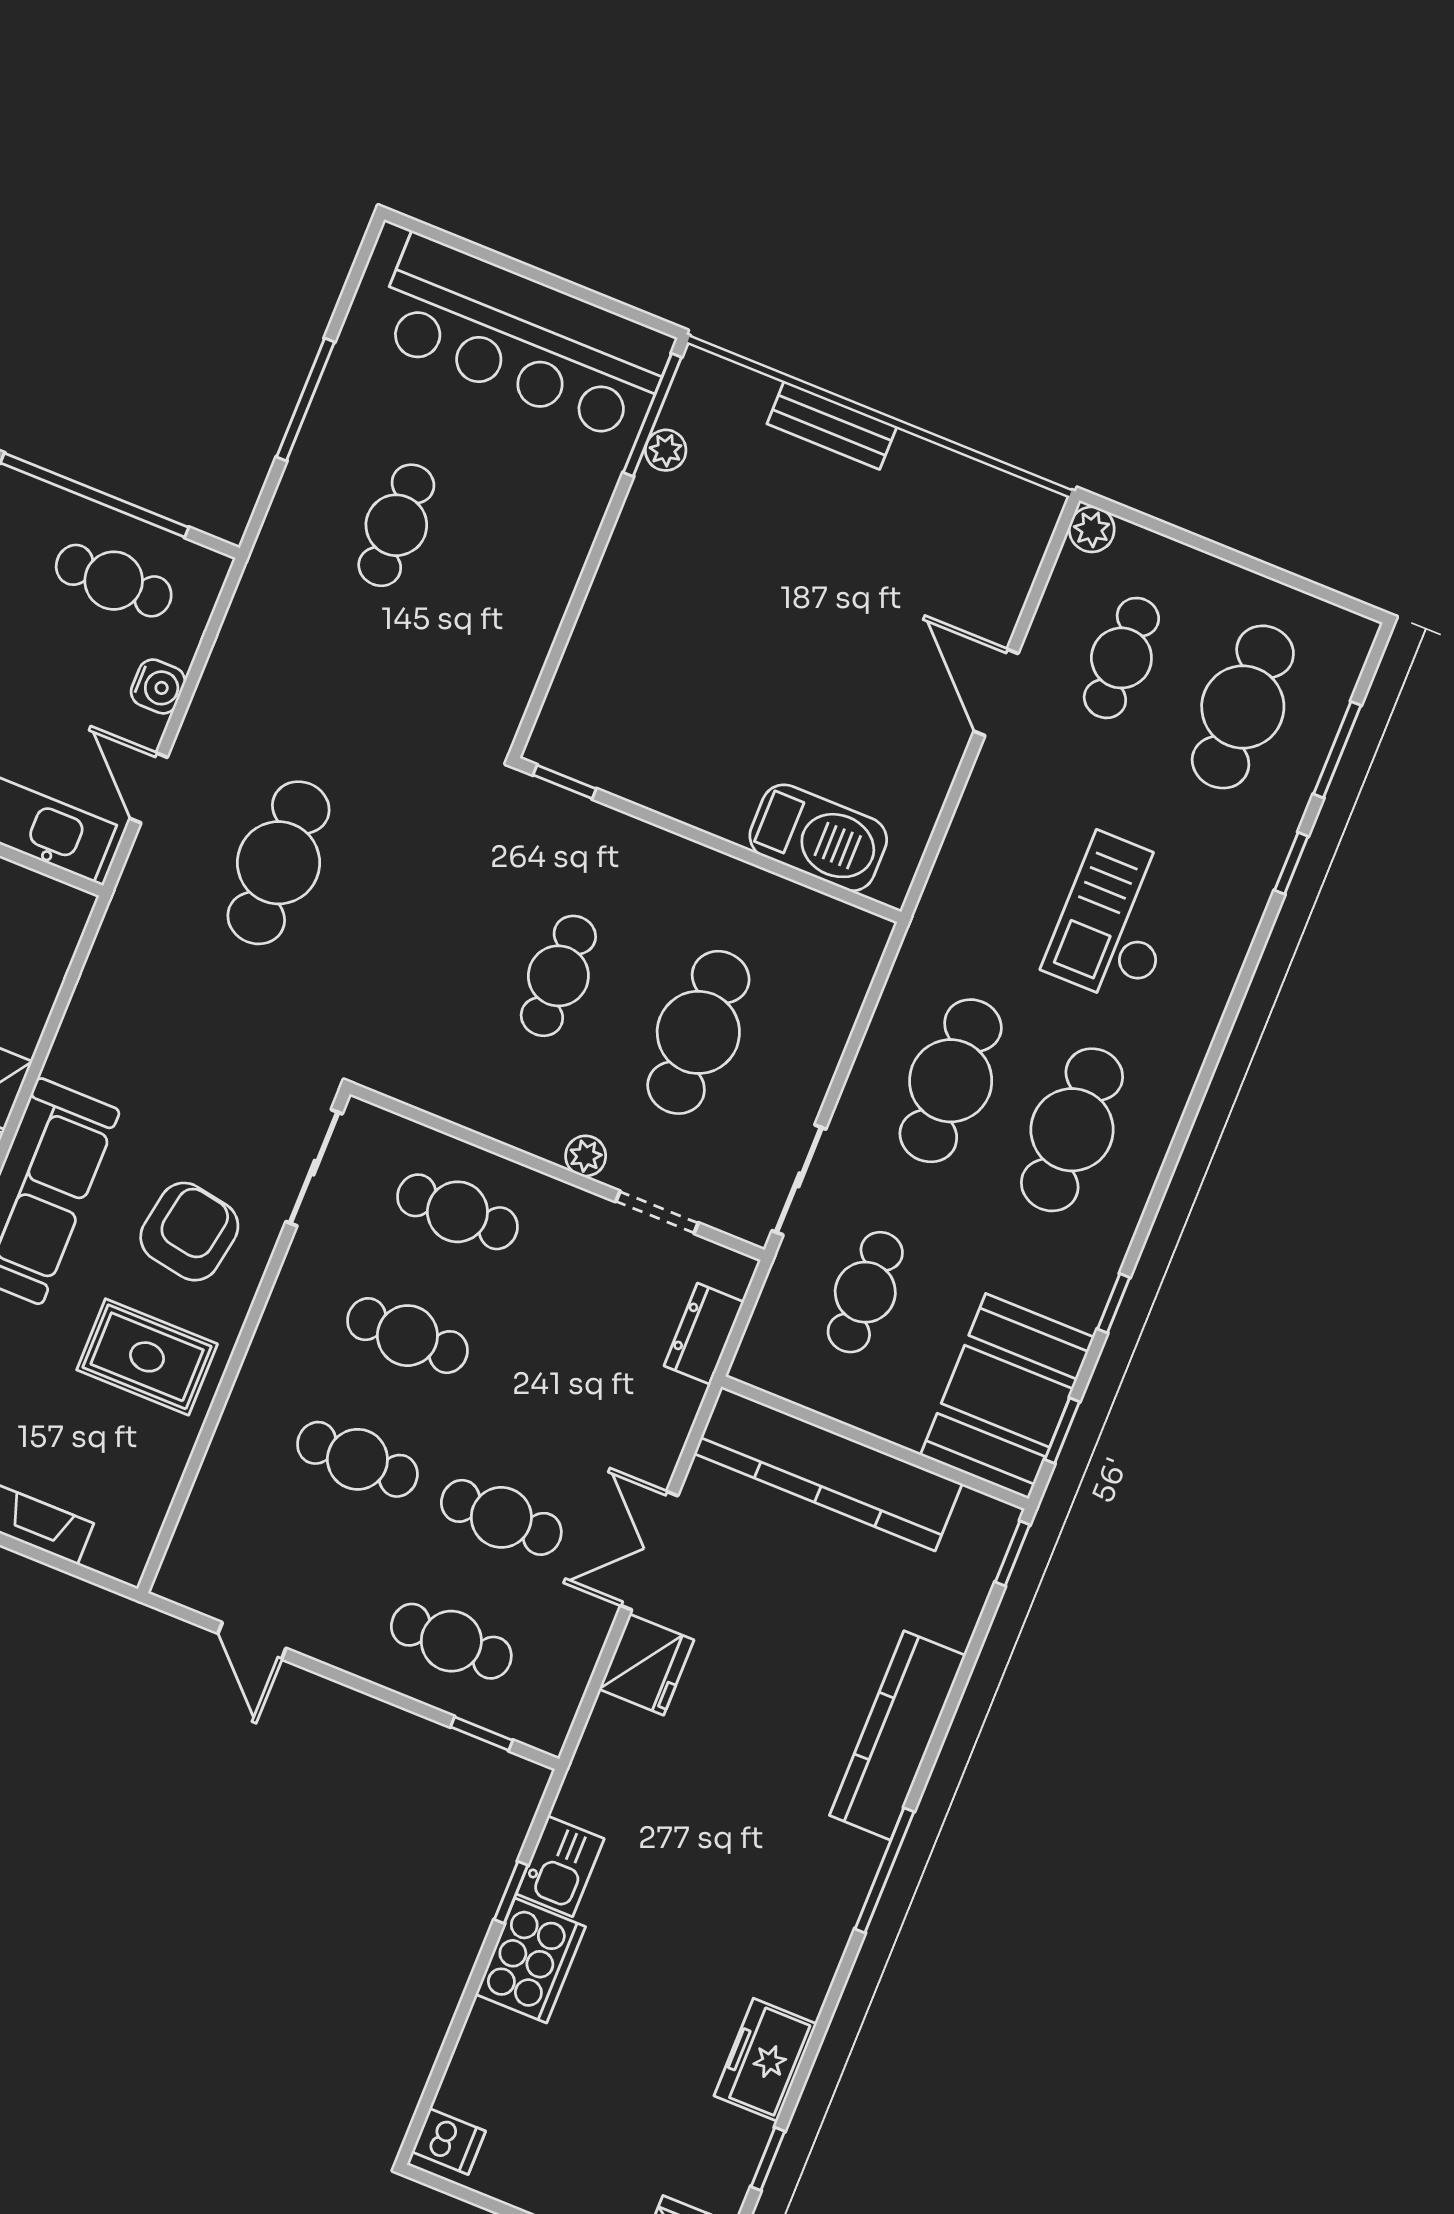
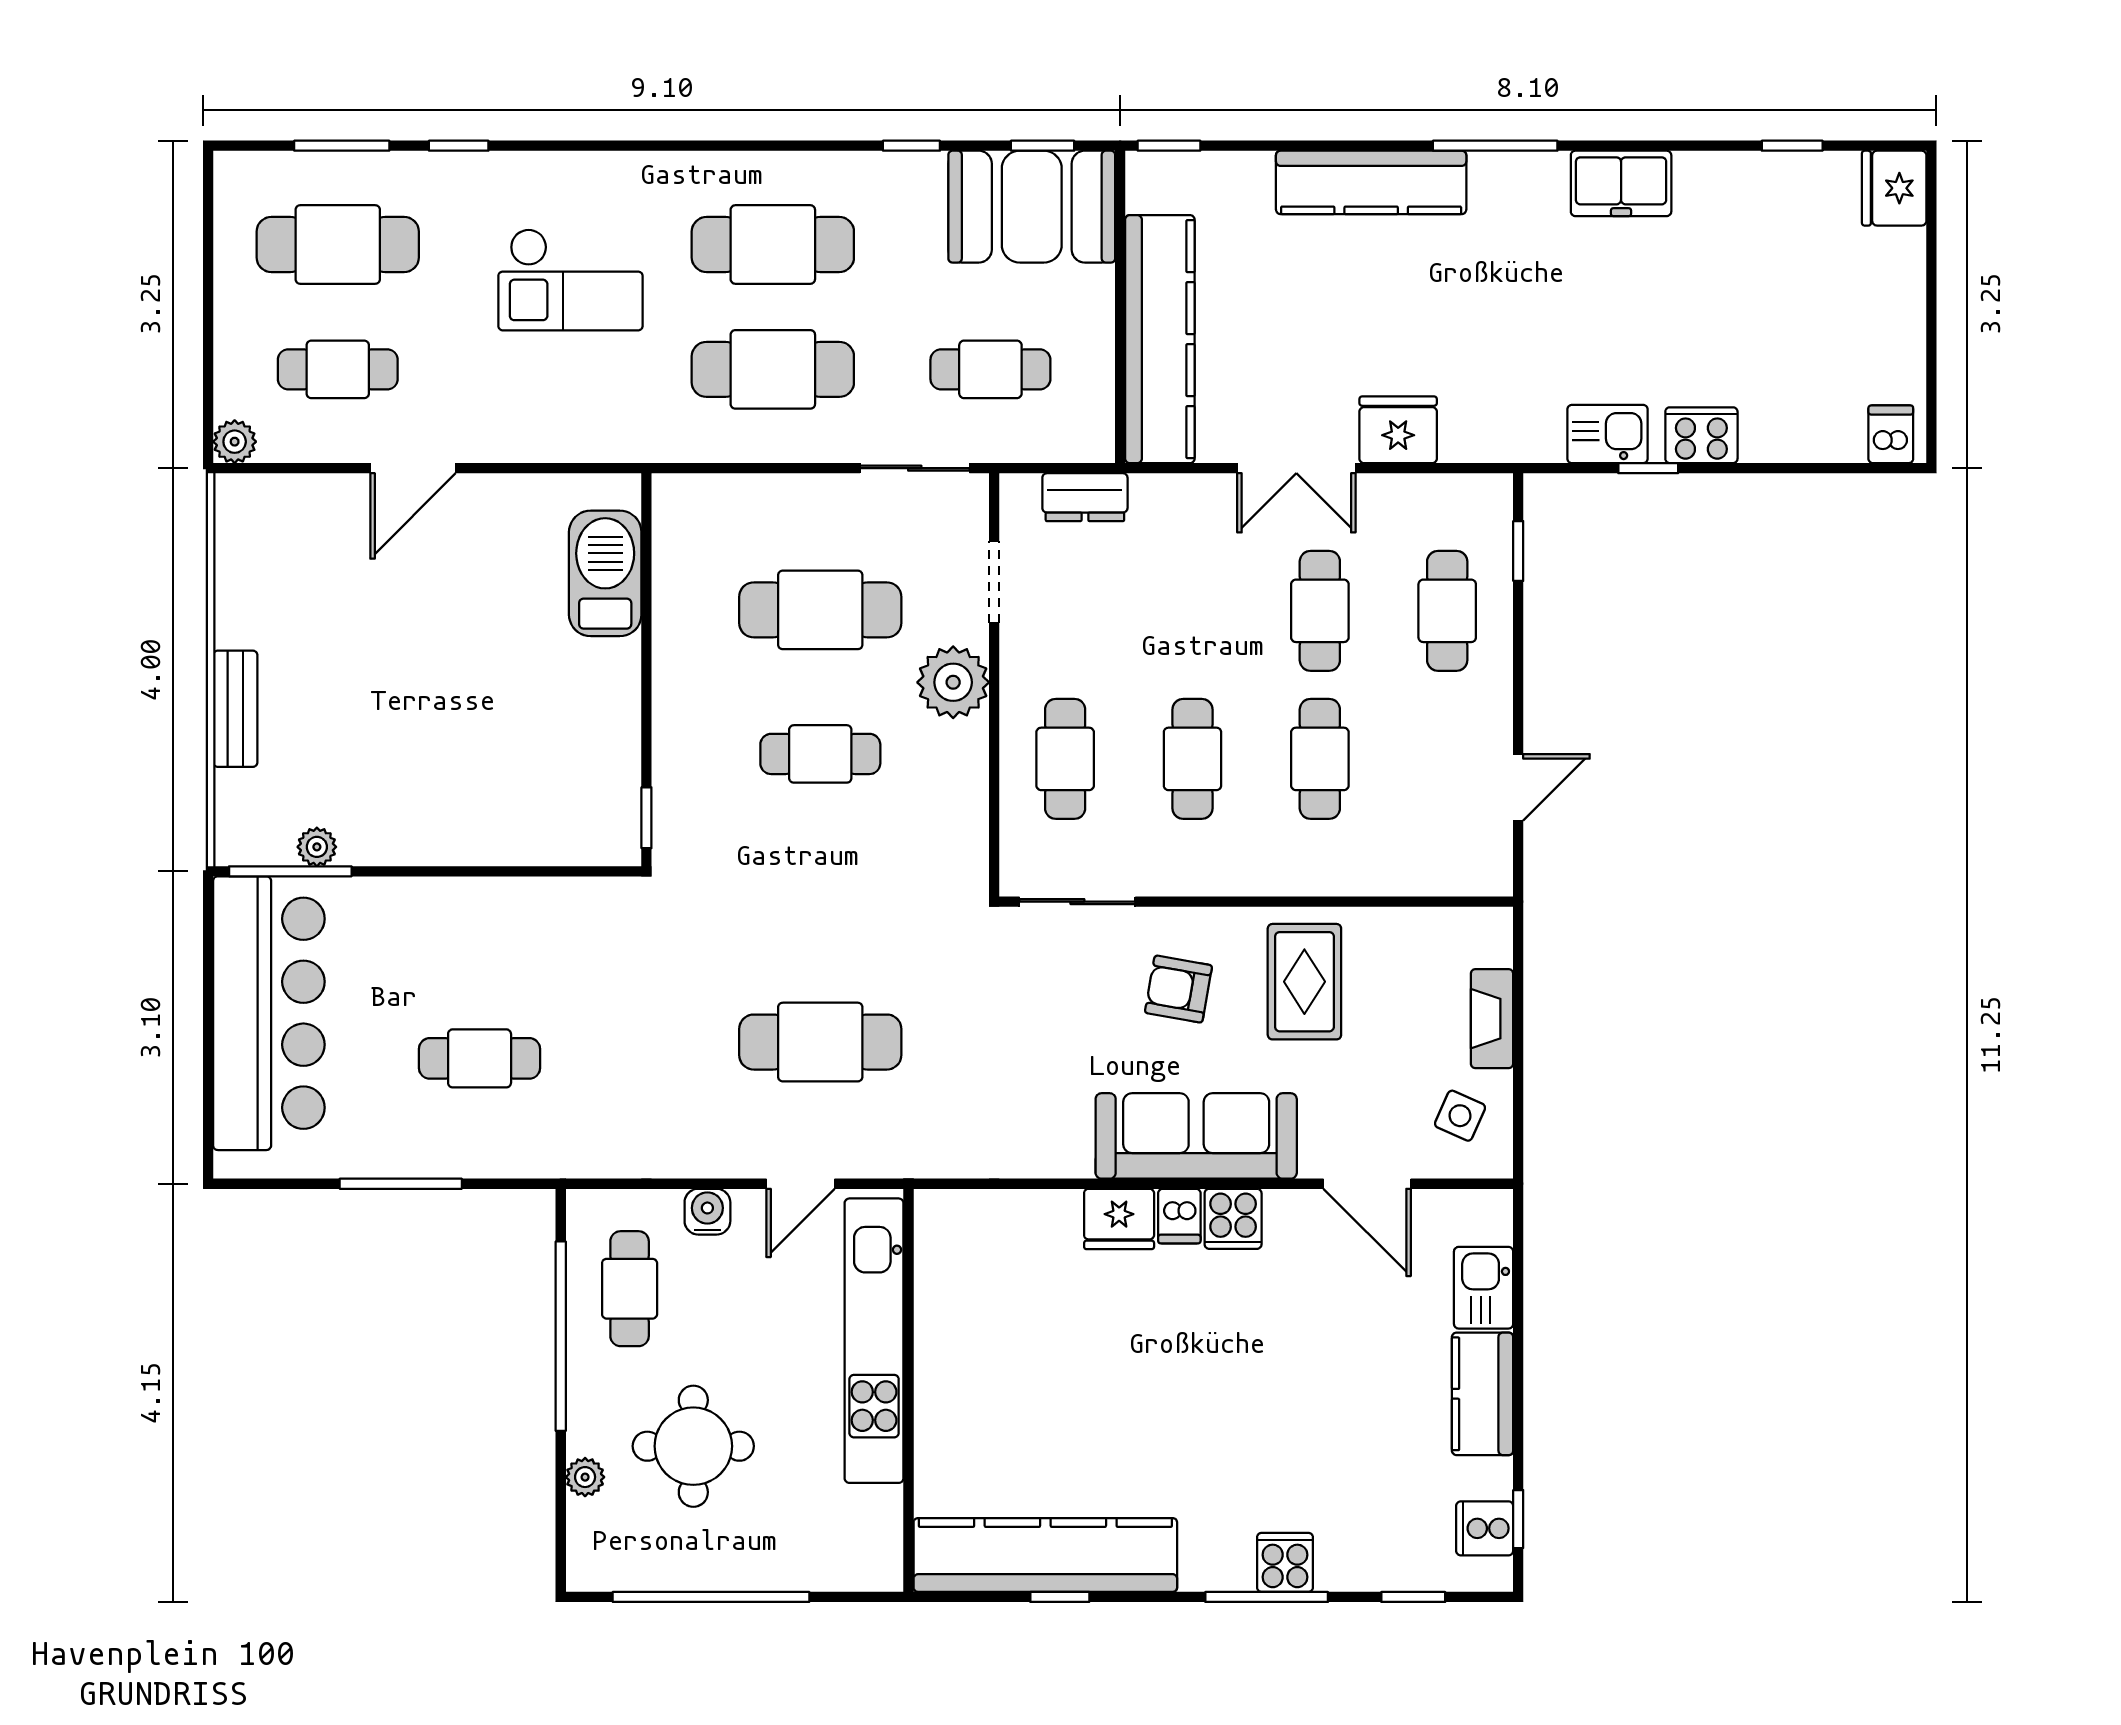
plant: (586, 1156) -> (953, 682), width x1.88, depth x1.88
armchair: (189, 1232) -> (1178, 989), width x0.72, depth x0.72
cooker: (531, 1960) -> (1701, 435), width x0.73, depth x0.76
freezer: (765, 2060) -> (1621, 183), moved

